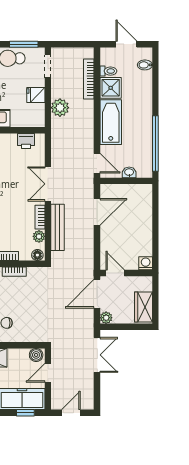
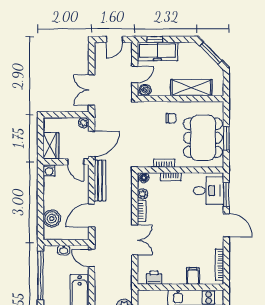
boiler: (143, 208) -> (52, 219), added
bench: (58, 227) -> (100, 181), moved
wardrobe: (144, 307) -> (51, 146), moved

